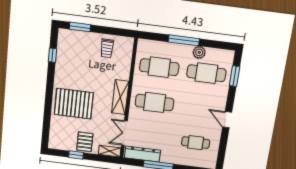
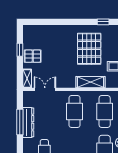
shelving: (120, 97) -> (91, 82), moved
pallet: (74, 104) -> (89, 49), moved
dresser: (142, 154) -> (28, 122), moved

